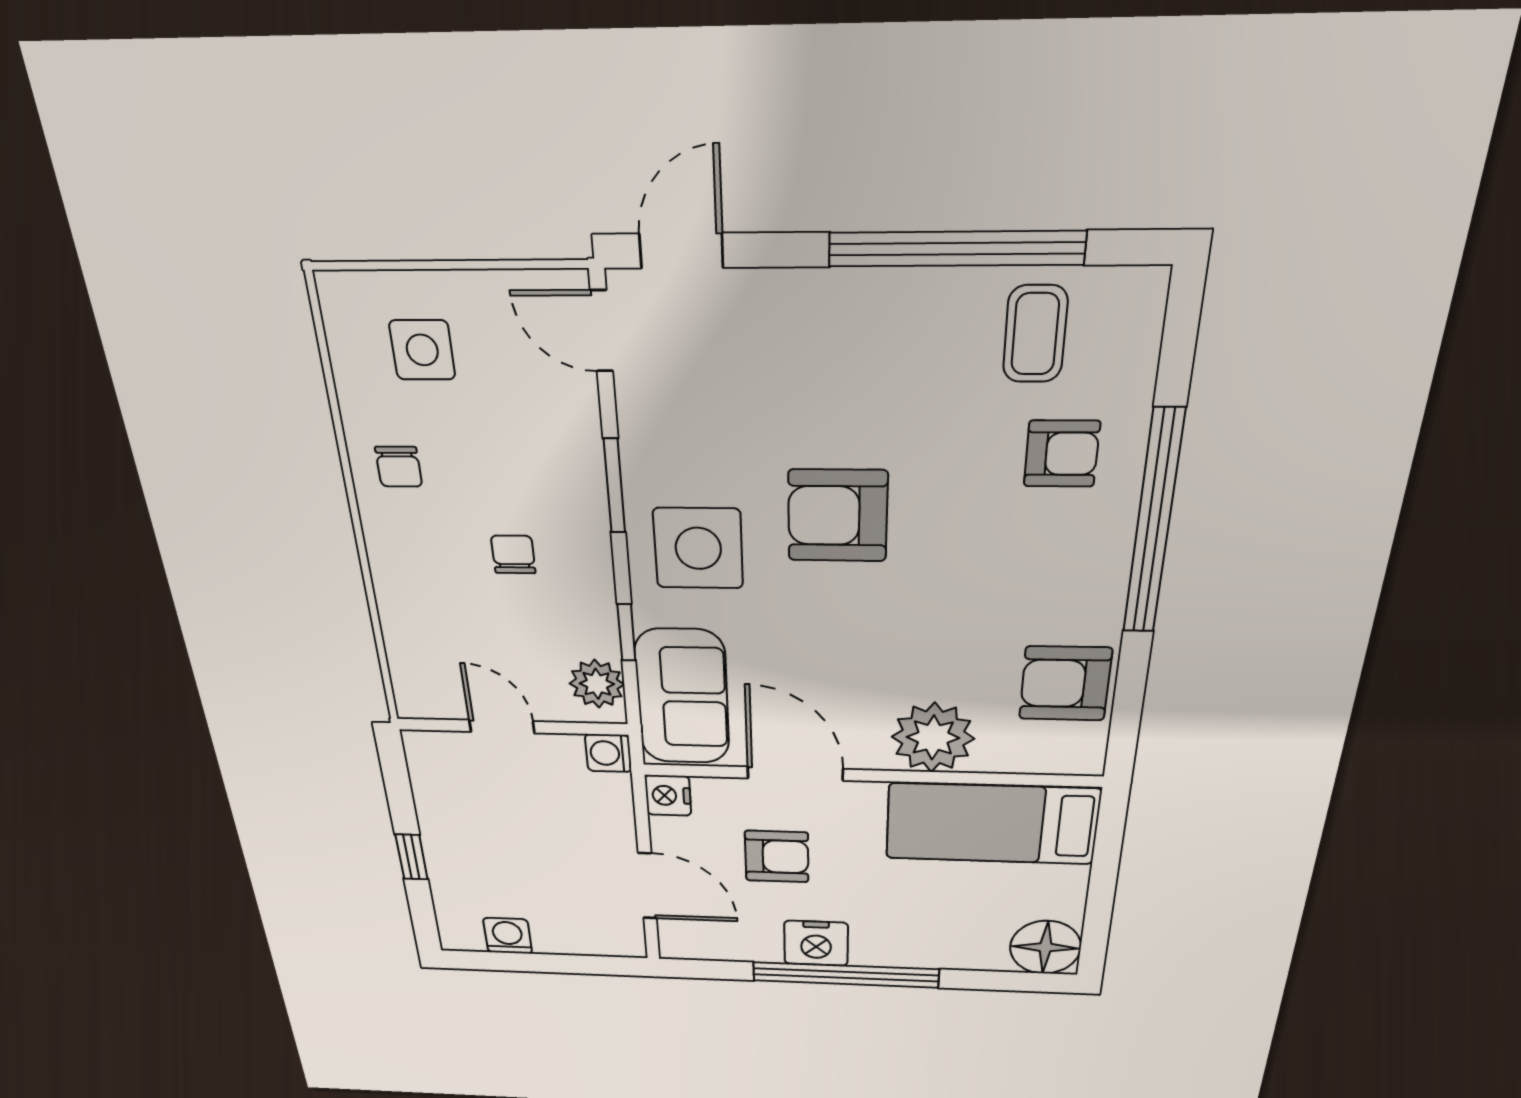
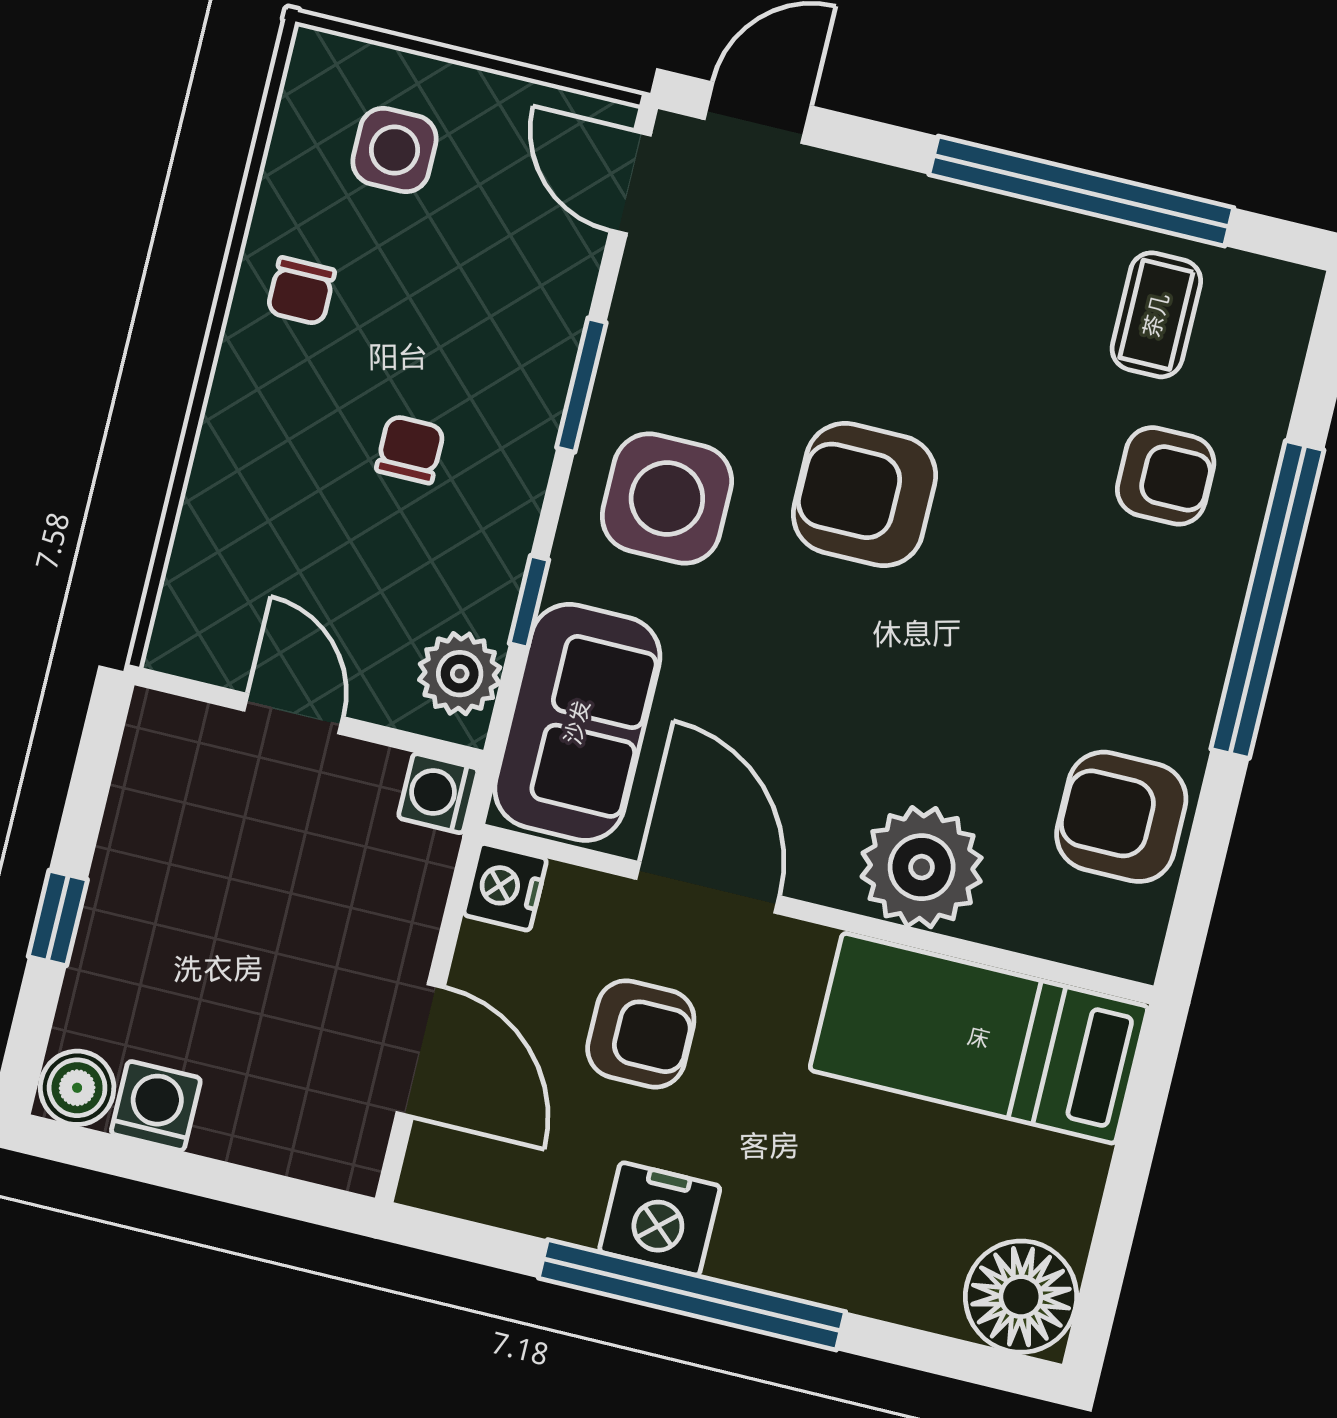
boiler: (461, 934) -> (77, 1088), added

